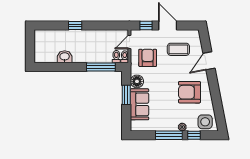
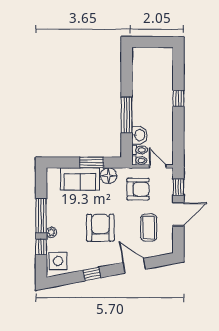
washbasin: (65, 57) -> (139, 135), moved
window: (101, 67) -> (127, 115), moved
armchair: (189, 92) -> (100, 228), moved
window: (216, 95) -> (92, 274), added

